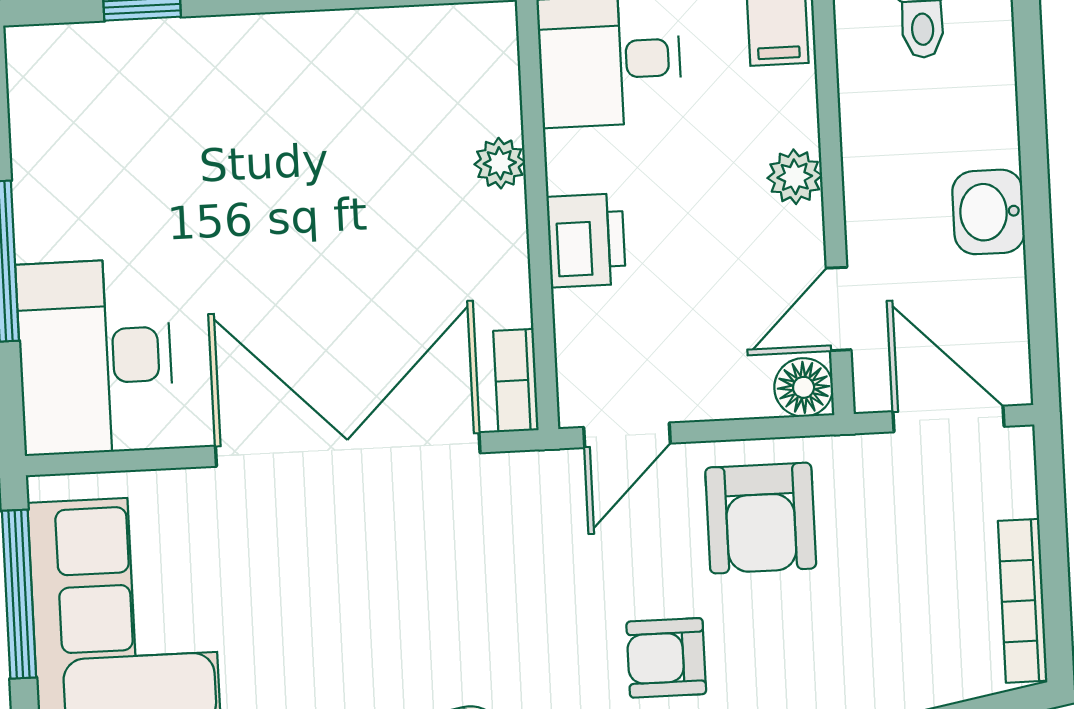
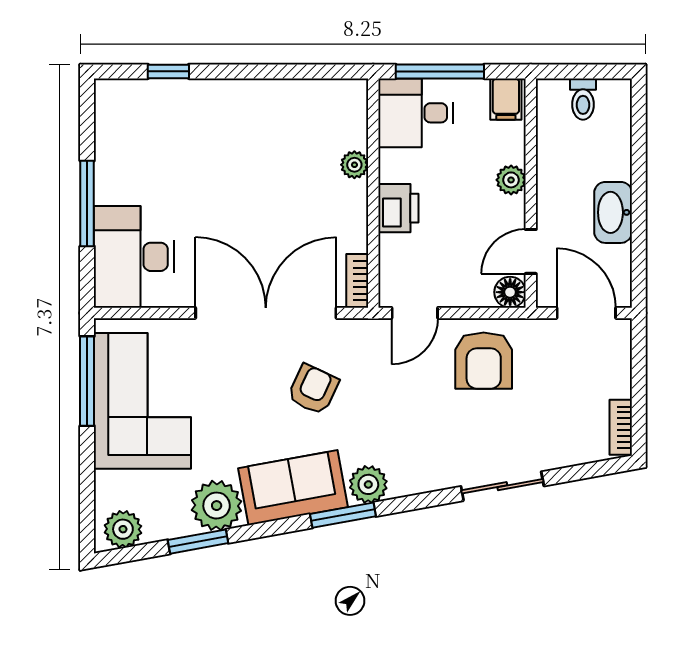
washbasin: (988, 212) -> (613, 212), width x1.38
bookcase: (1023, 601) -> (621, 427), width x0.64
armchair: (666, 658) -> (313, 389), moved, turned 115

